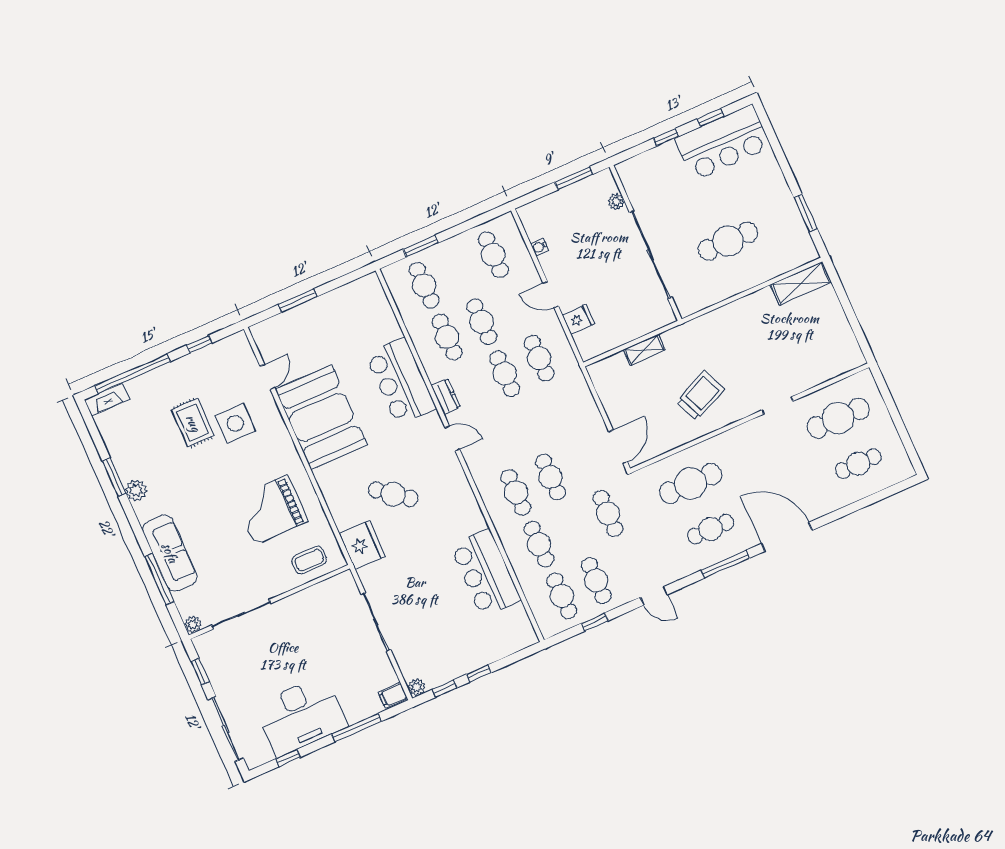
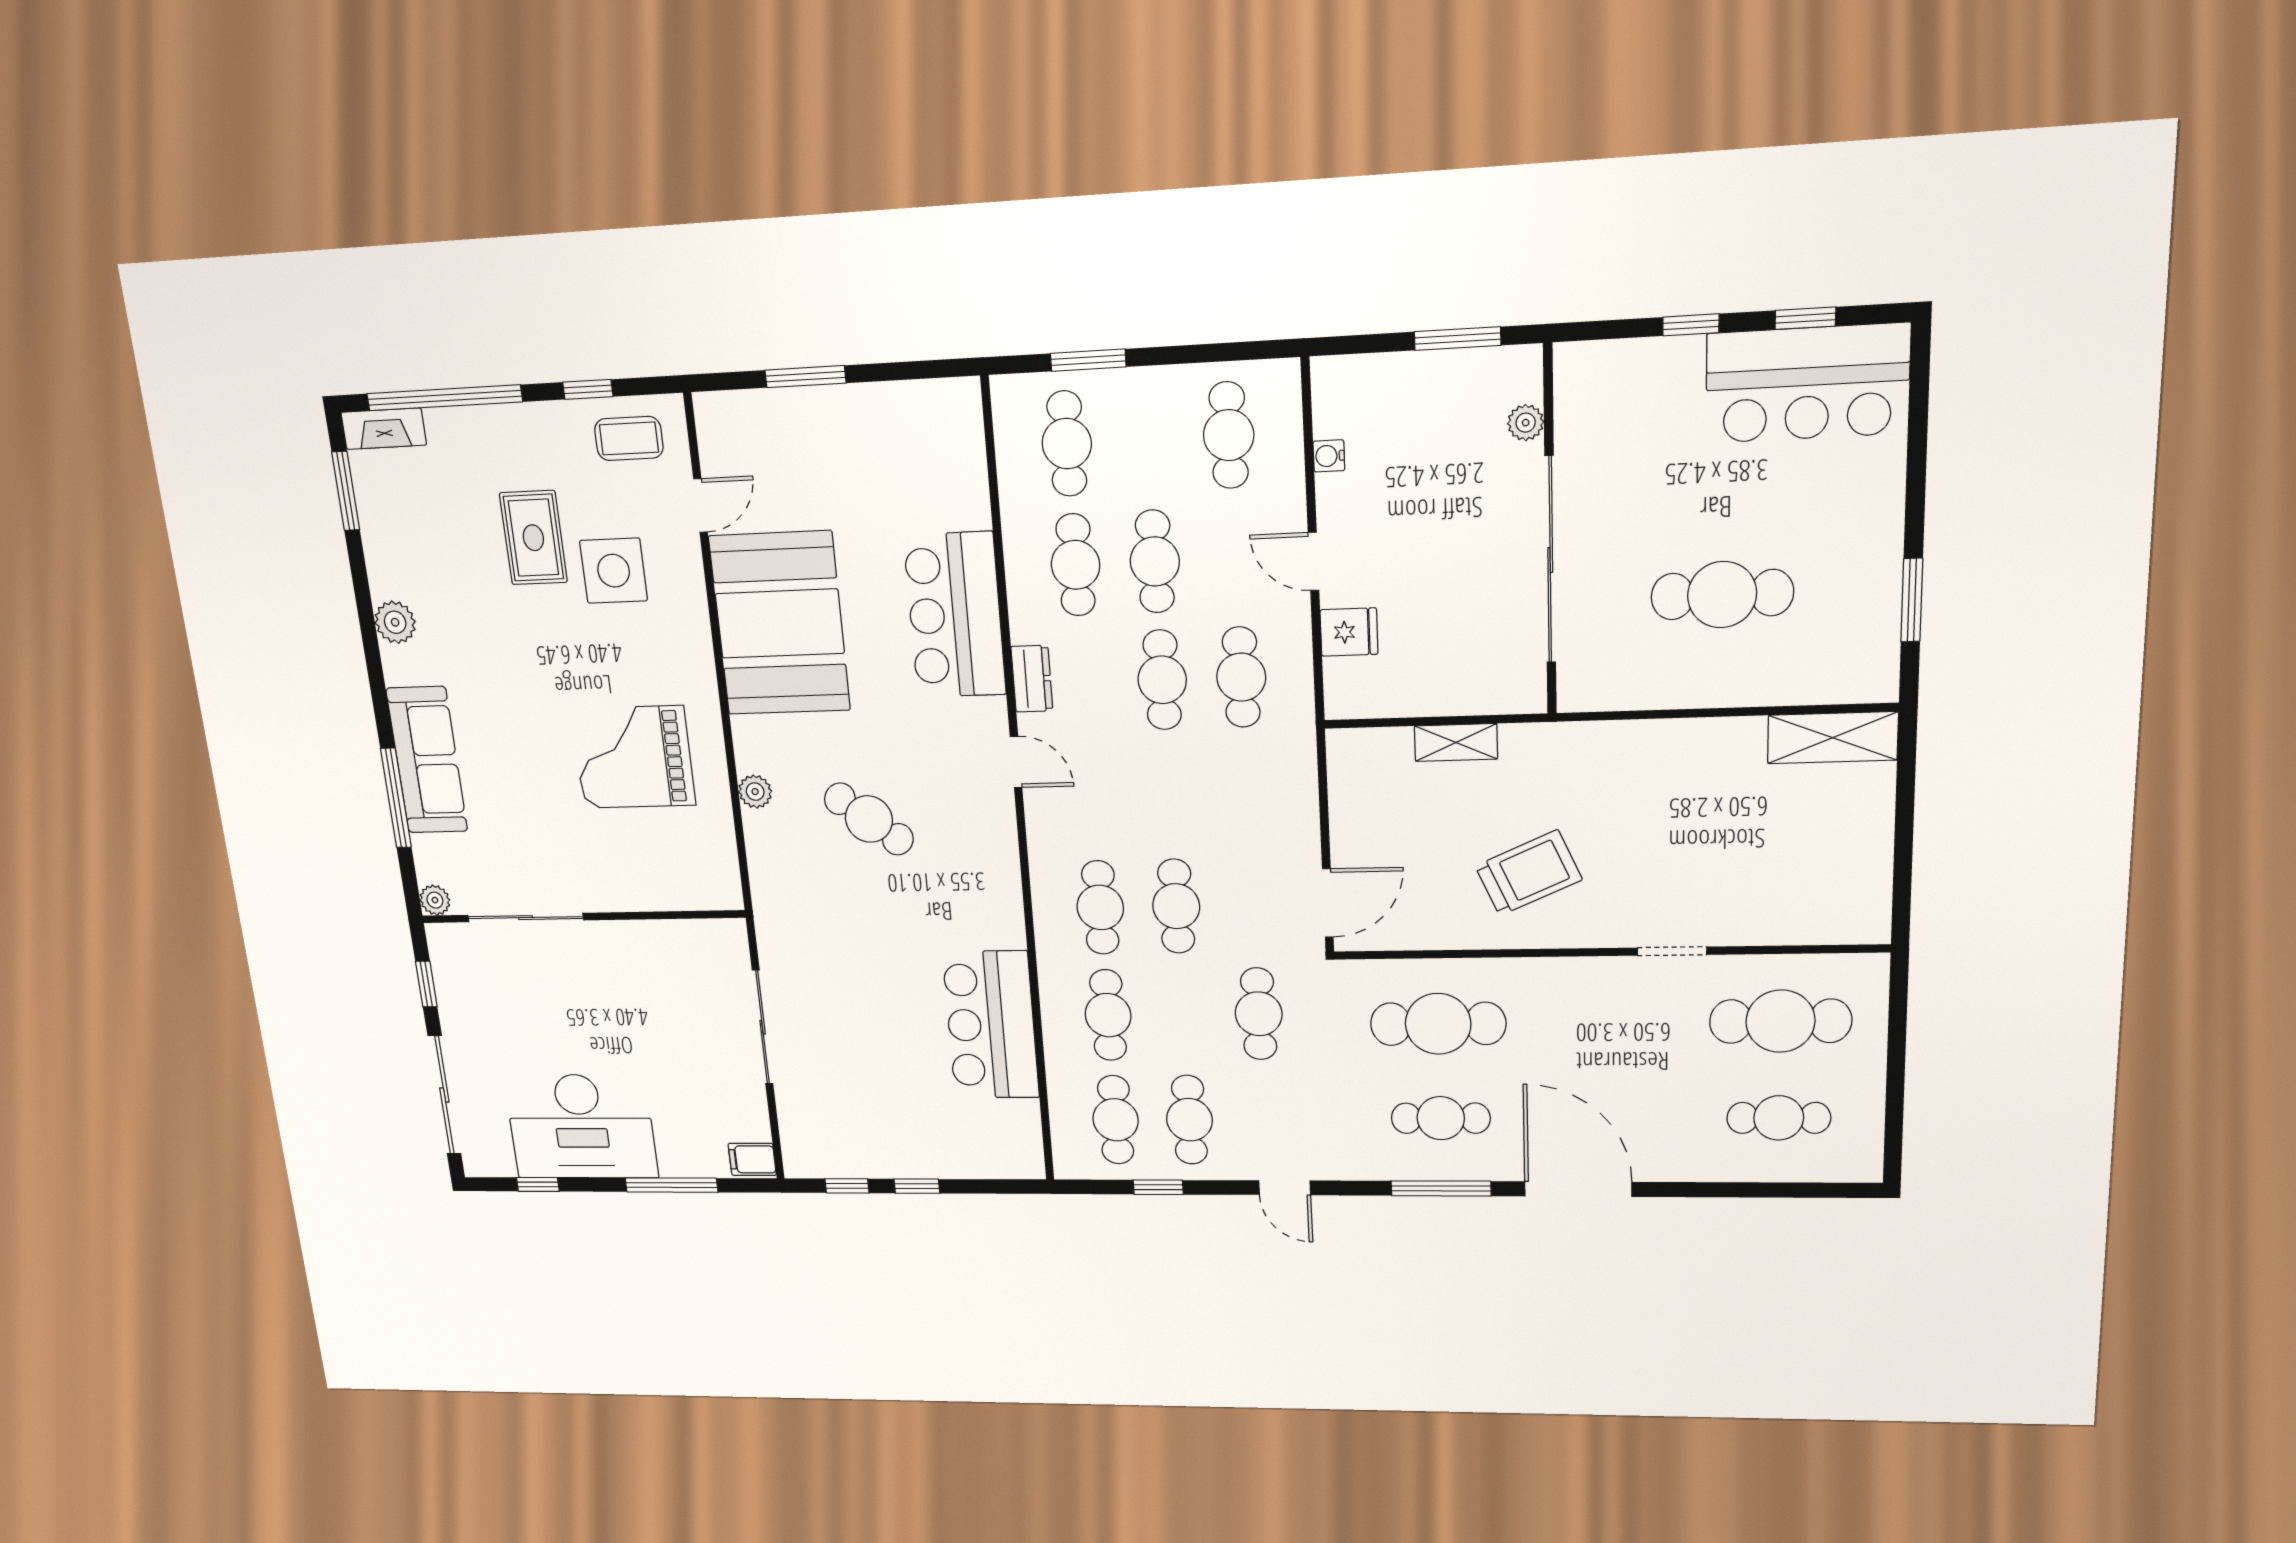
window: (114, 477) -> (346, 491), moved
fridge: (362, 545) -> (782, 886), removed
coffee table: (309, 560) -> (629, 438), moved
plant: (416, 687) -> (755, 792), moved

